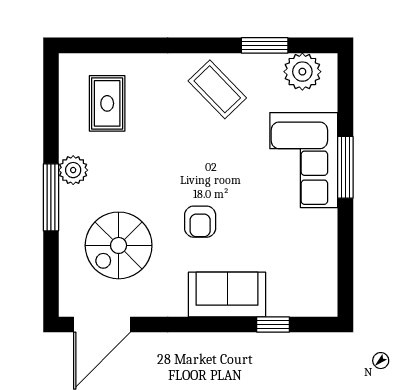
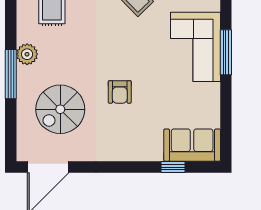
sofa: (227, 295) -> (192, 145), moved

